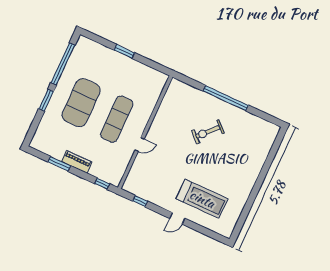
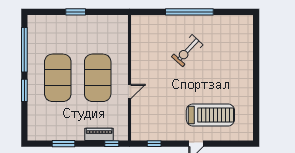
exercise mat: (117, 119) -> (98, 78), width x1.47
piano: (77, 162) -> (99, 134), moved

